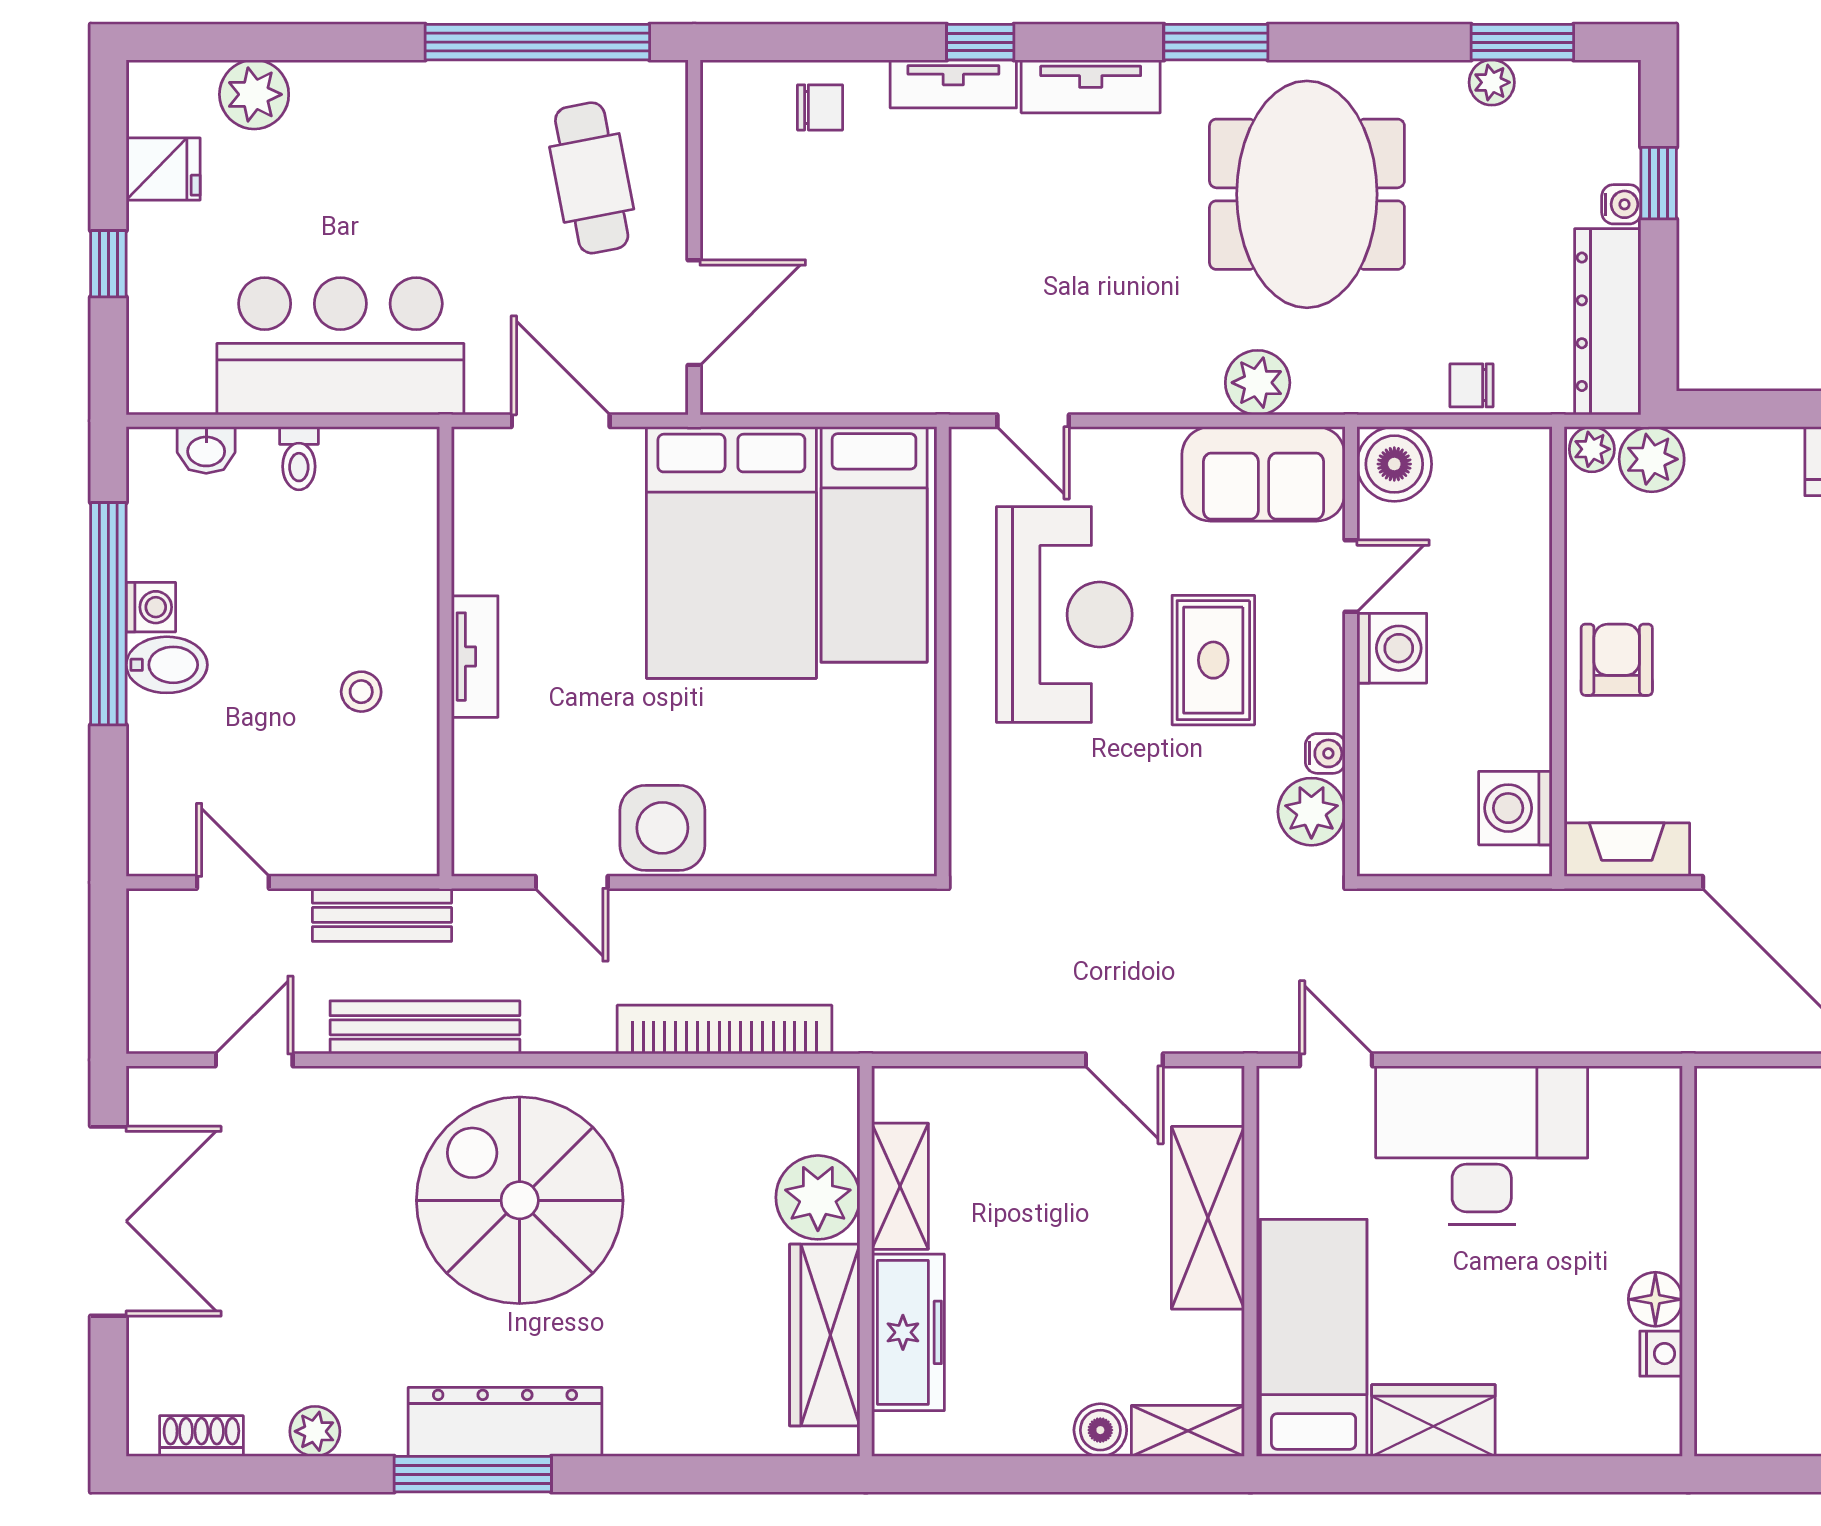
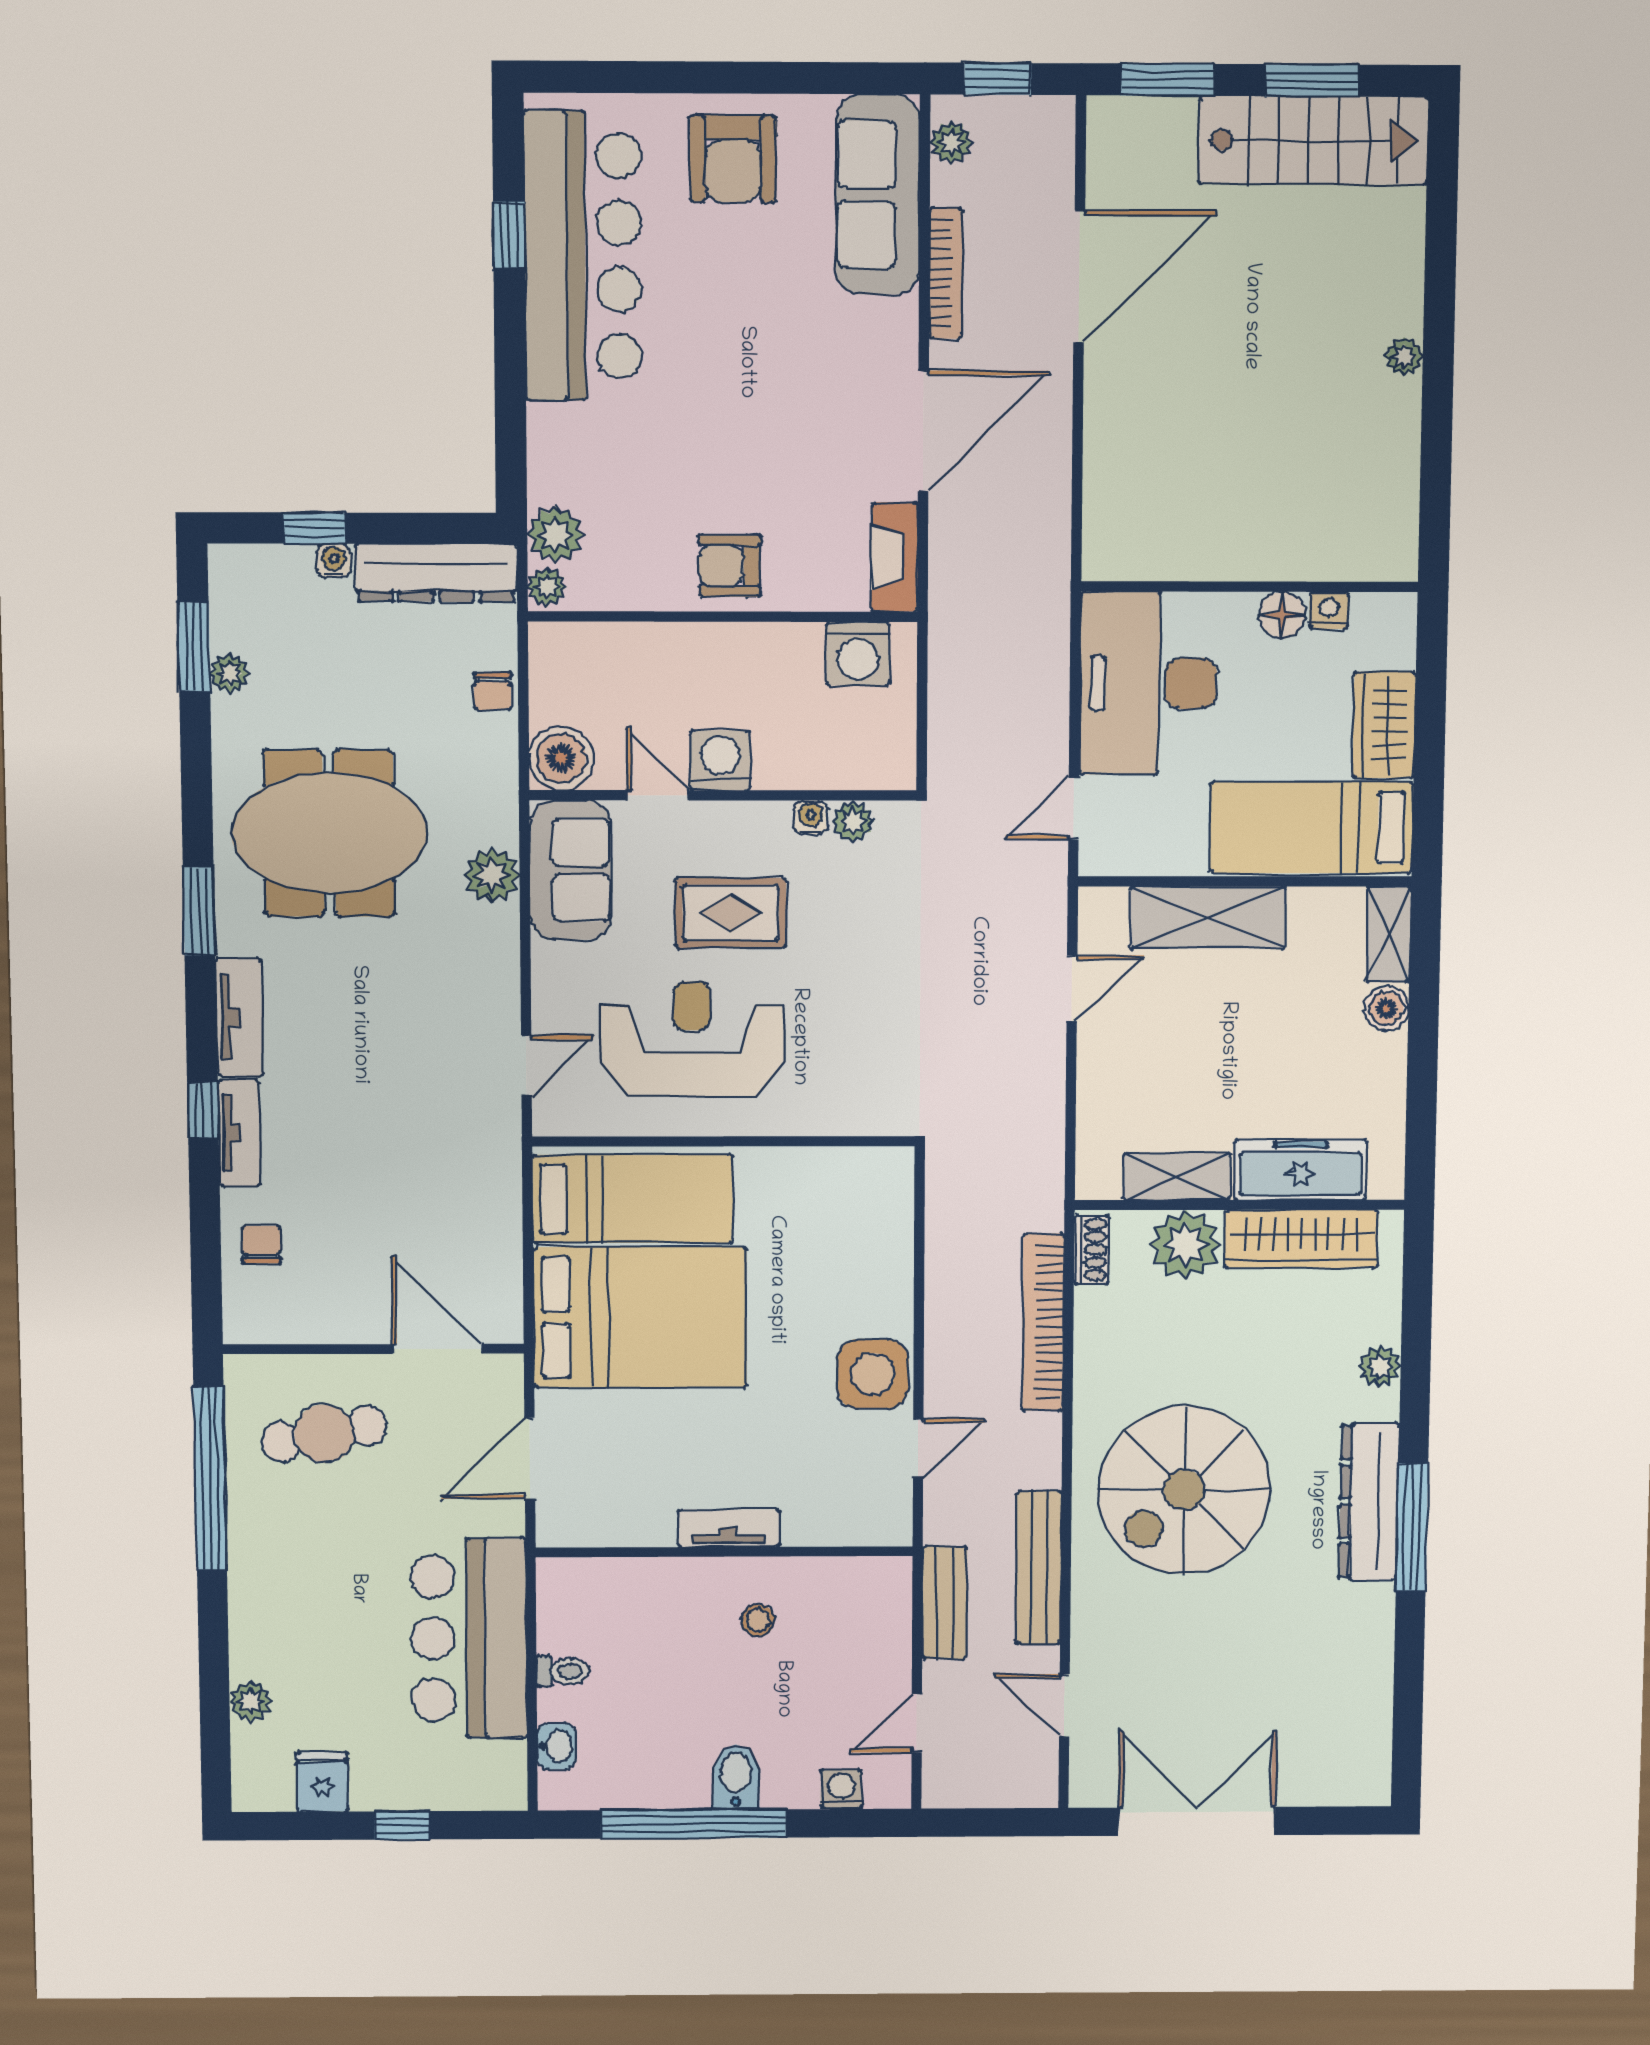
plant: (254, 94) -> (251, 1701), width x0.73, depth x0.73
washing machine: (151, 607) -> (841, 1789), moved
plant: (1311, 812) -> (853, 821), width x0.73, depth x0.73
wall: (1688, 1261) -> (1250, 587), moved
floor lamp: (1655, 1299) -> (1282, 615), moved
nightstand: (1661, 1354) -> (1329, 610), moved
plant: (315, 1431) -> (1380, 1367), moved
shoe rack: (201, 1436) -> (1091, 1250), moved, turned 180

